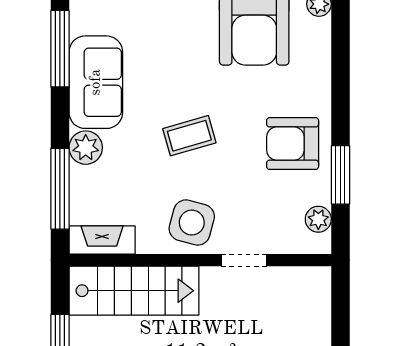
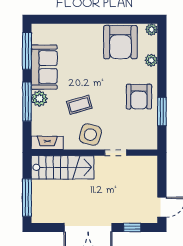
coffee table: (189, 136) -> (79, 105), moved
armchair: (293, 144) -> (139, 97), turned -90
window: (60, 189) -> (27, 102), moved
plant: (318, 219) -> (151, 60), moved

